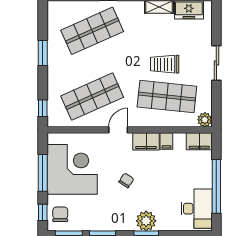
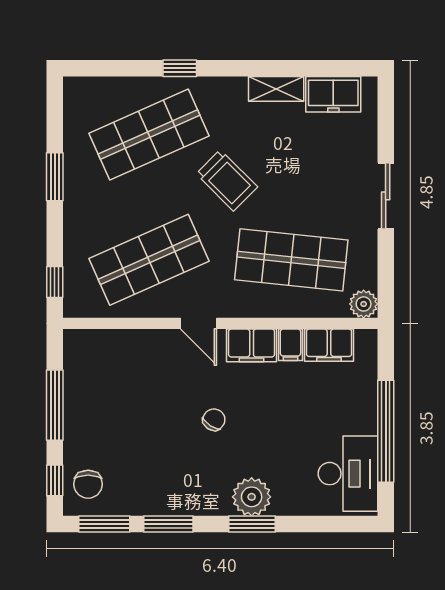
trolley: (165, 64) -> (227, 180), moved, turned -135
door: (118, 130) -> (198, 323), swing flipped
filing cabinet: (199, 141) -> (329, 345), moved
corner desk: (72, 169) -> (110, 399), removed
chair: (60, 214) -> (88, 484), turned 180

